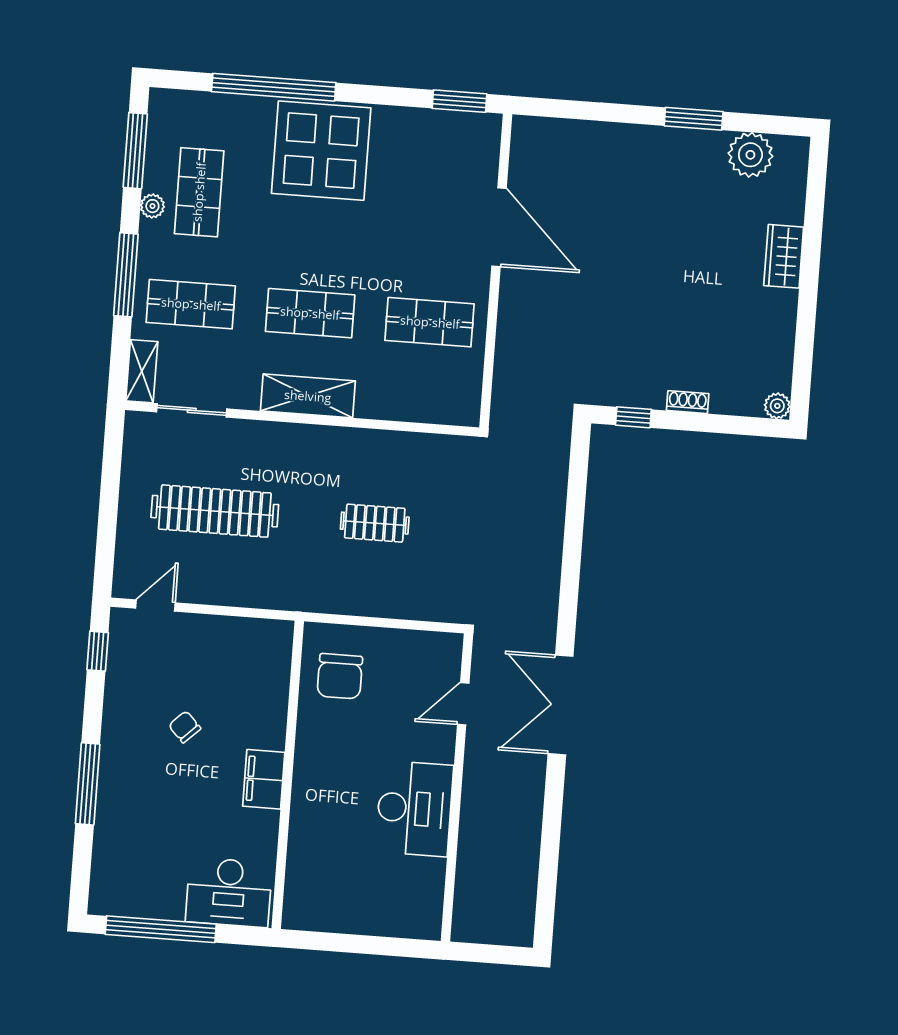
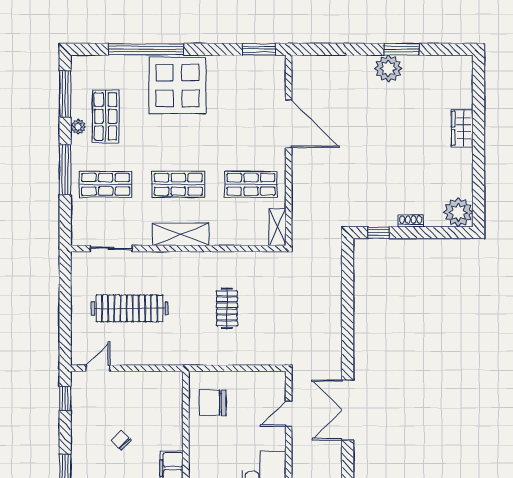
plant: (750, 155) -> (388, 69), moved
shelving: (142, 371) -> (277, 227), moved
plant: (777, 406) -> (458, 212), width x1.88, depth x1.88
clothes rail: (375, 523) -> (227, 308), turned 90
chair: (340, 676) -> (213, 403), turned 90

